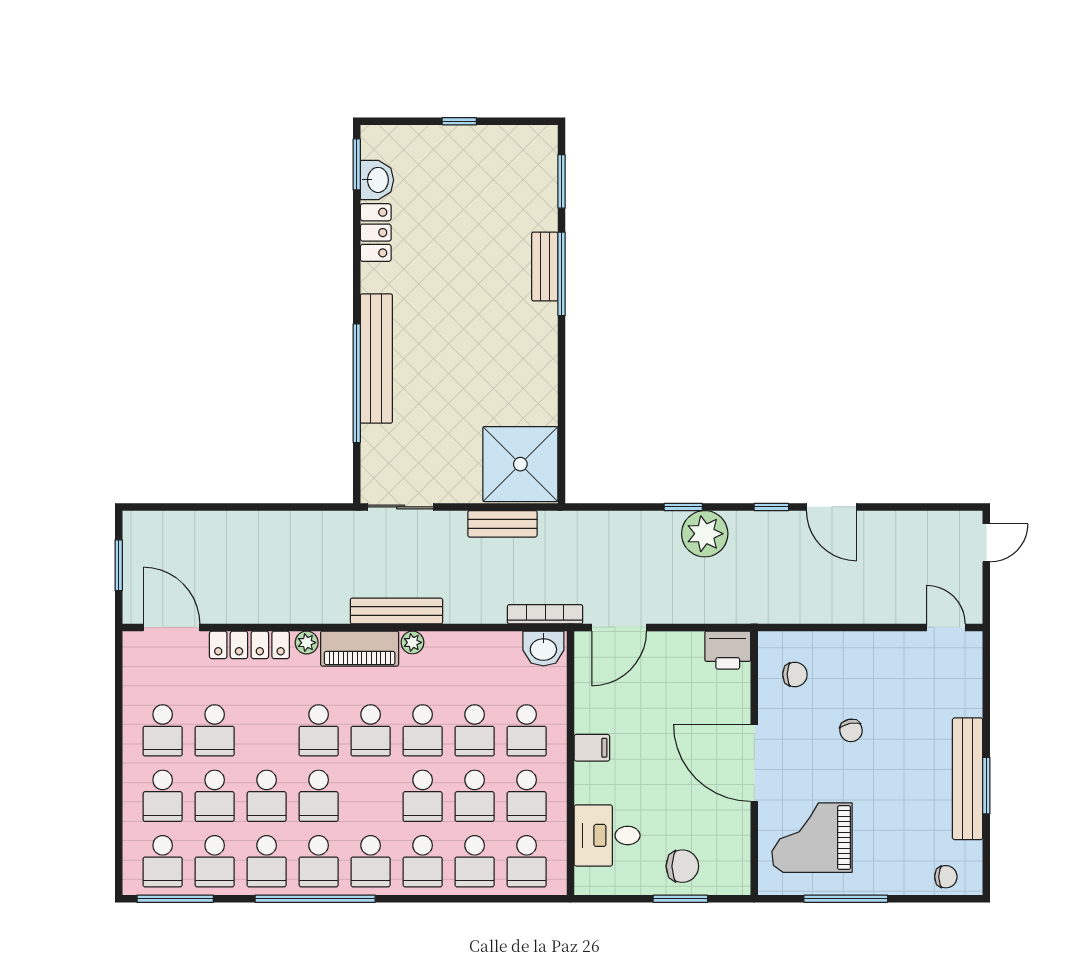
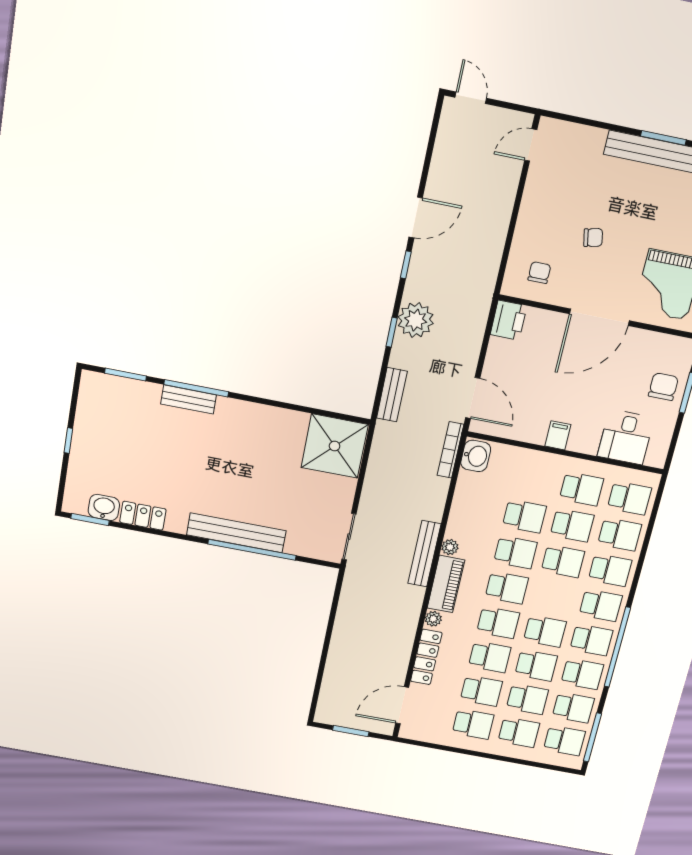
bench: (502, 524) -> (392, 395), moved
school desk: (527, 730) -> (490, 657), moved

